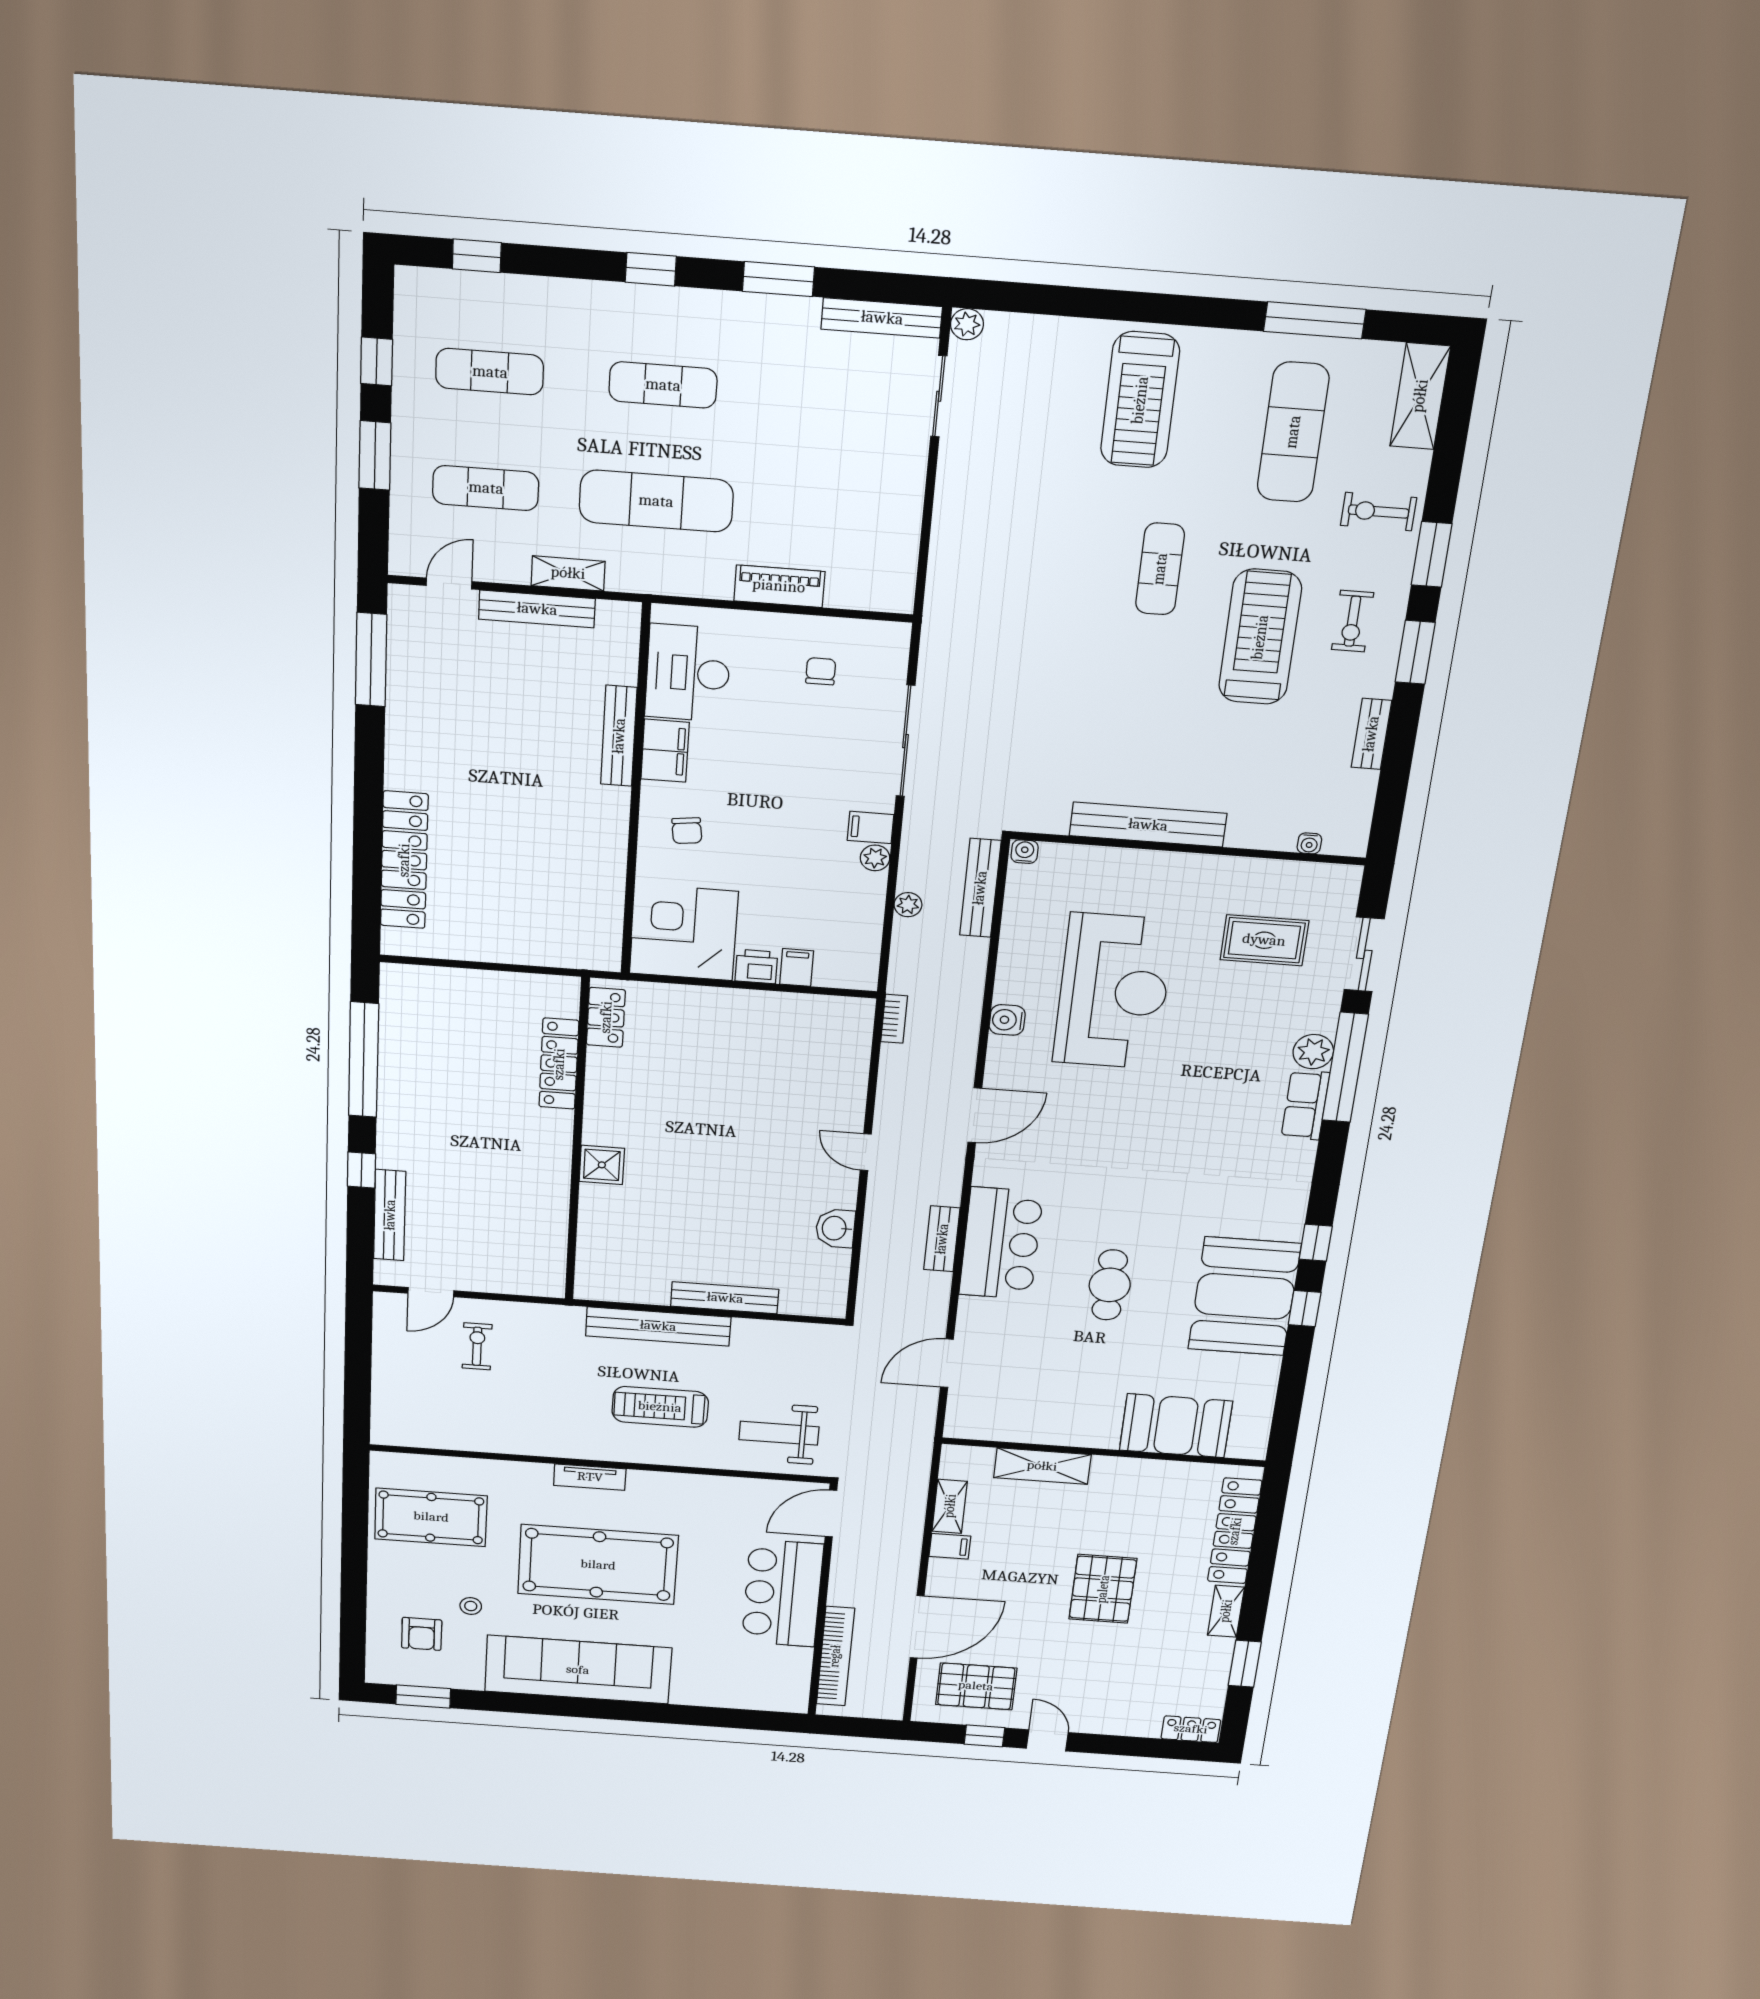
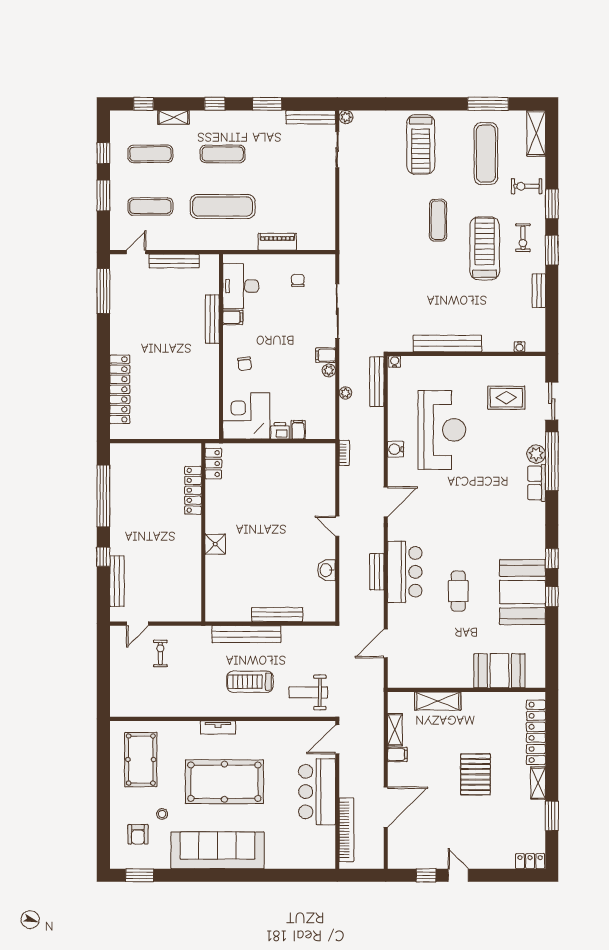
shelving: (568, 573) -> (173, 117), moved
filing cabinet: (665, 751) -> (233, 317), width x0.50
pool table: (431, 1517) -> (141, 760), turned 90
pallet: (976, 1686) -> (419, 843), removed

